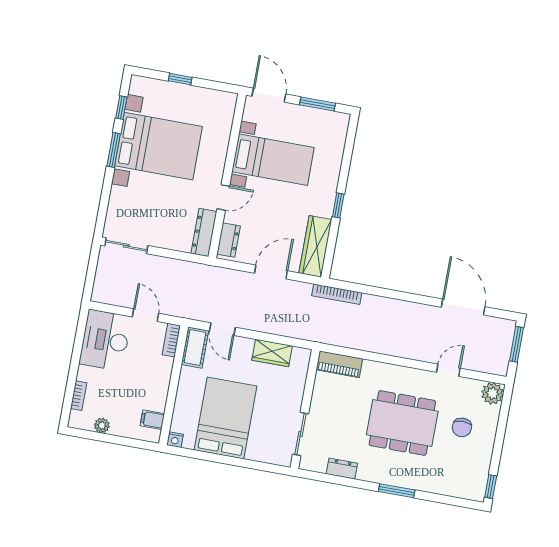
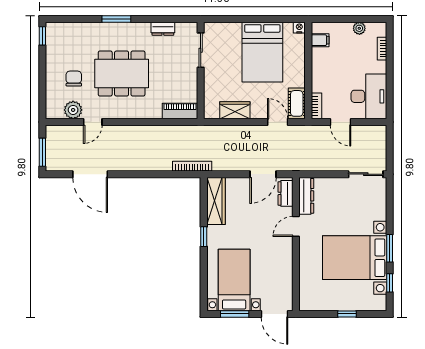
bed with nightstands: (273, 160) -> (234, 280), moved, turned 90
door: (271, 272) -> (263, 174), moved
plant: (492, 393) -> (73, 110), moved

